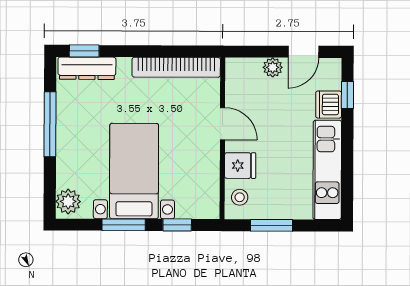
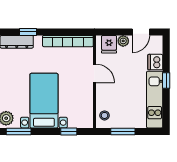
window: (84, 51) -> (28, 32), moved
window: (347, 95) -> (166, 80), moved
fridge: (240, 166) -> (109, 44), moved, turned 90
window: (124, 225) -> (19, 131), moved

